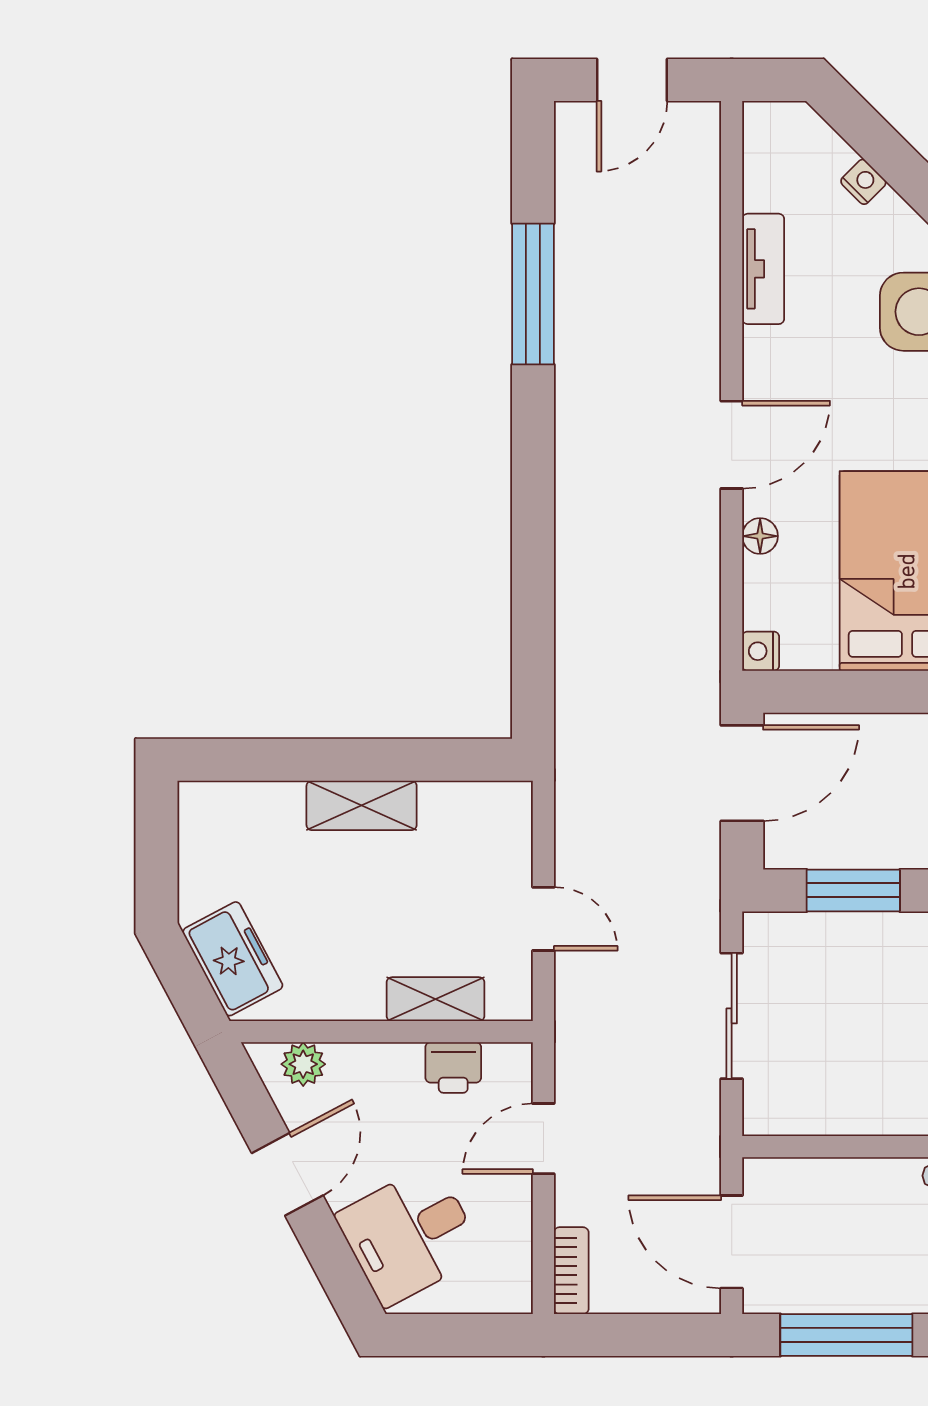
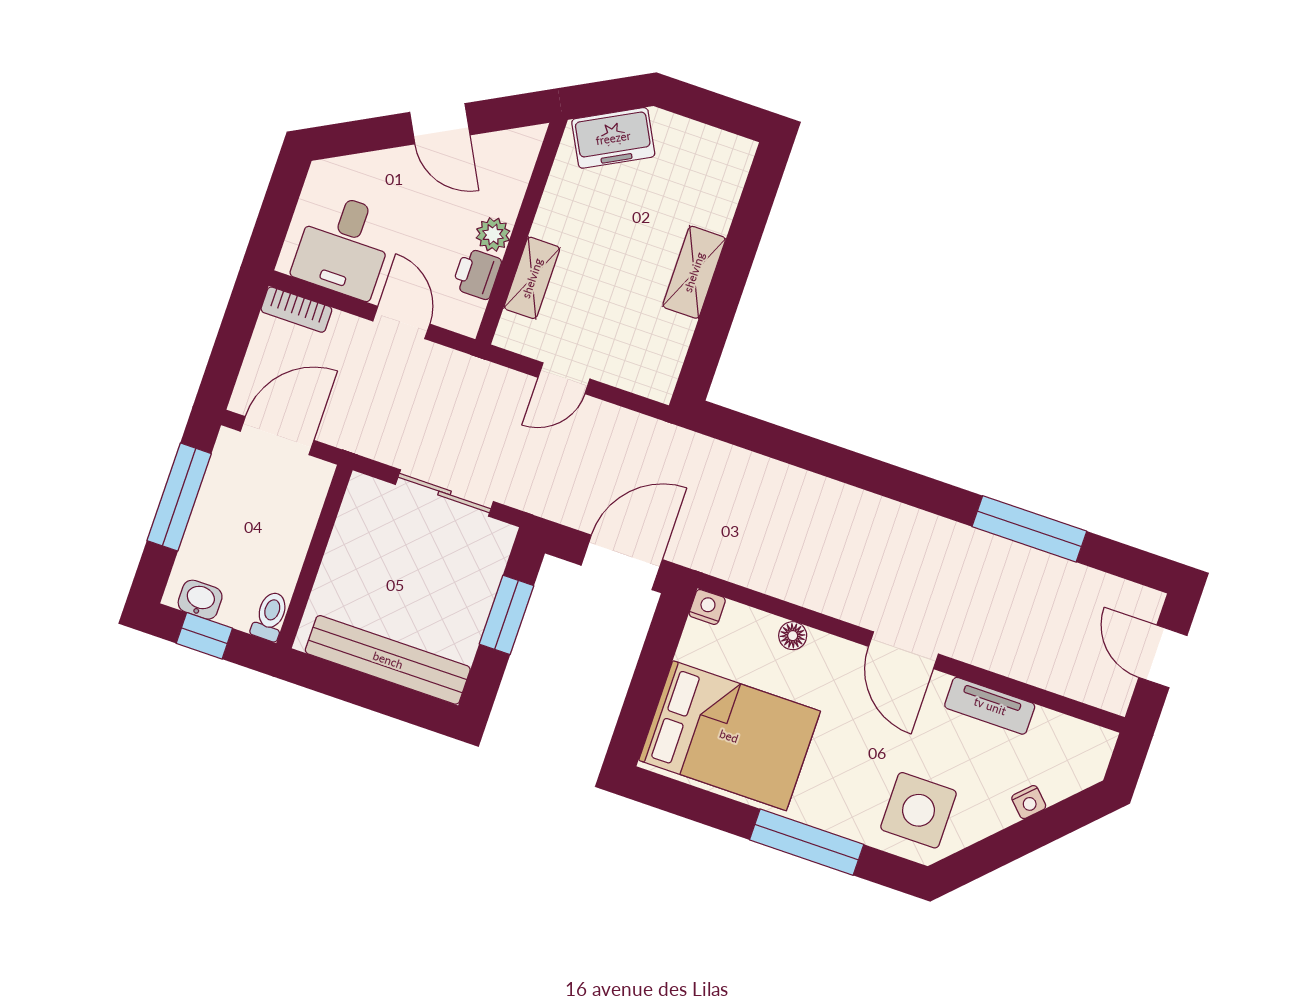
door: (732, 445) -> (903, 650), moved
door: (742, 773) -> (622, 562), swing flipped
plant: (303, 1064) -> (493, 234), moved
desk: (410, 1235) -> (344, 246), moved, turned -152

